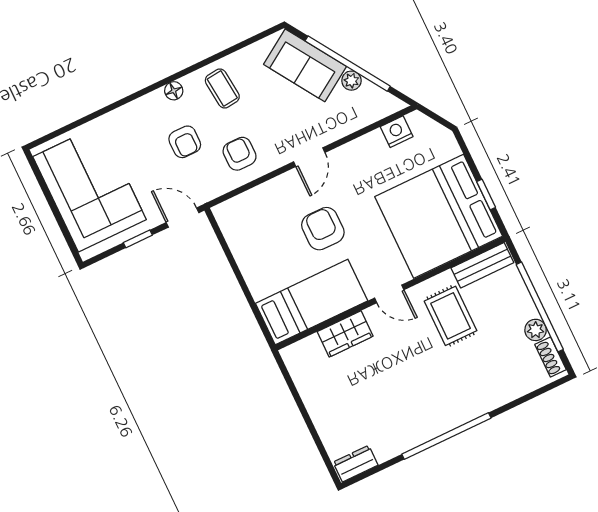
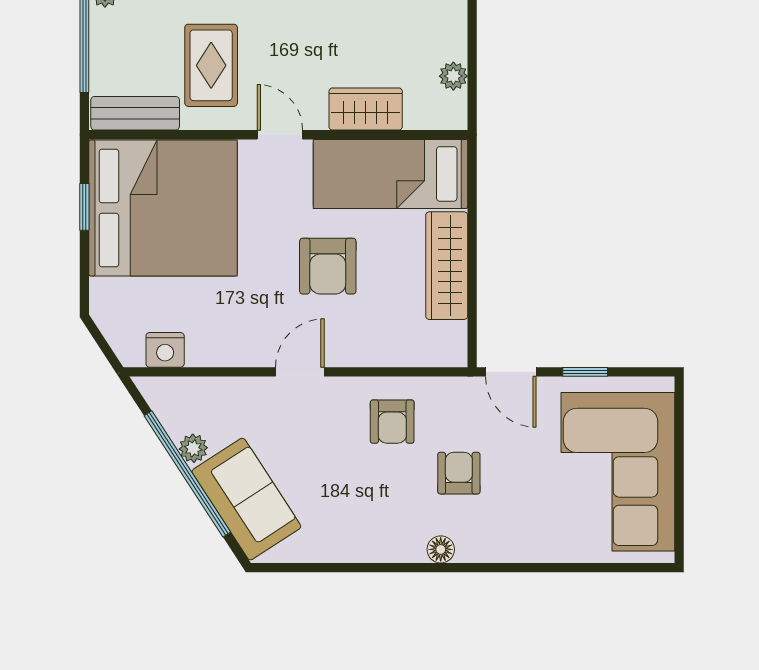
coffee table: (222, 88) -> (373, 521), removed
wardrobe: (252, 263) -> (447, 266), added
plant: (302, 379) -> (453, 76), added

